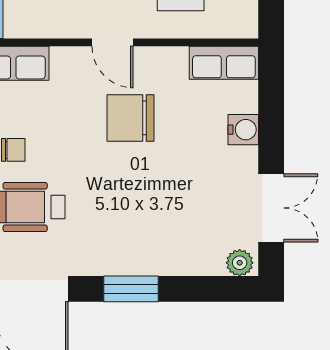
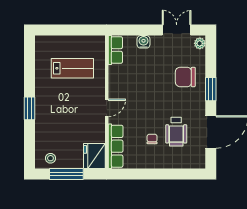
door: (113, 42) -> (107, 108), moved
chair: (131, 118) -> (185, 77), moved, turned 90

